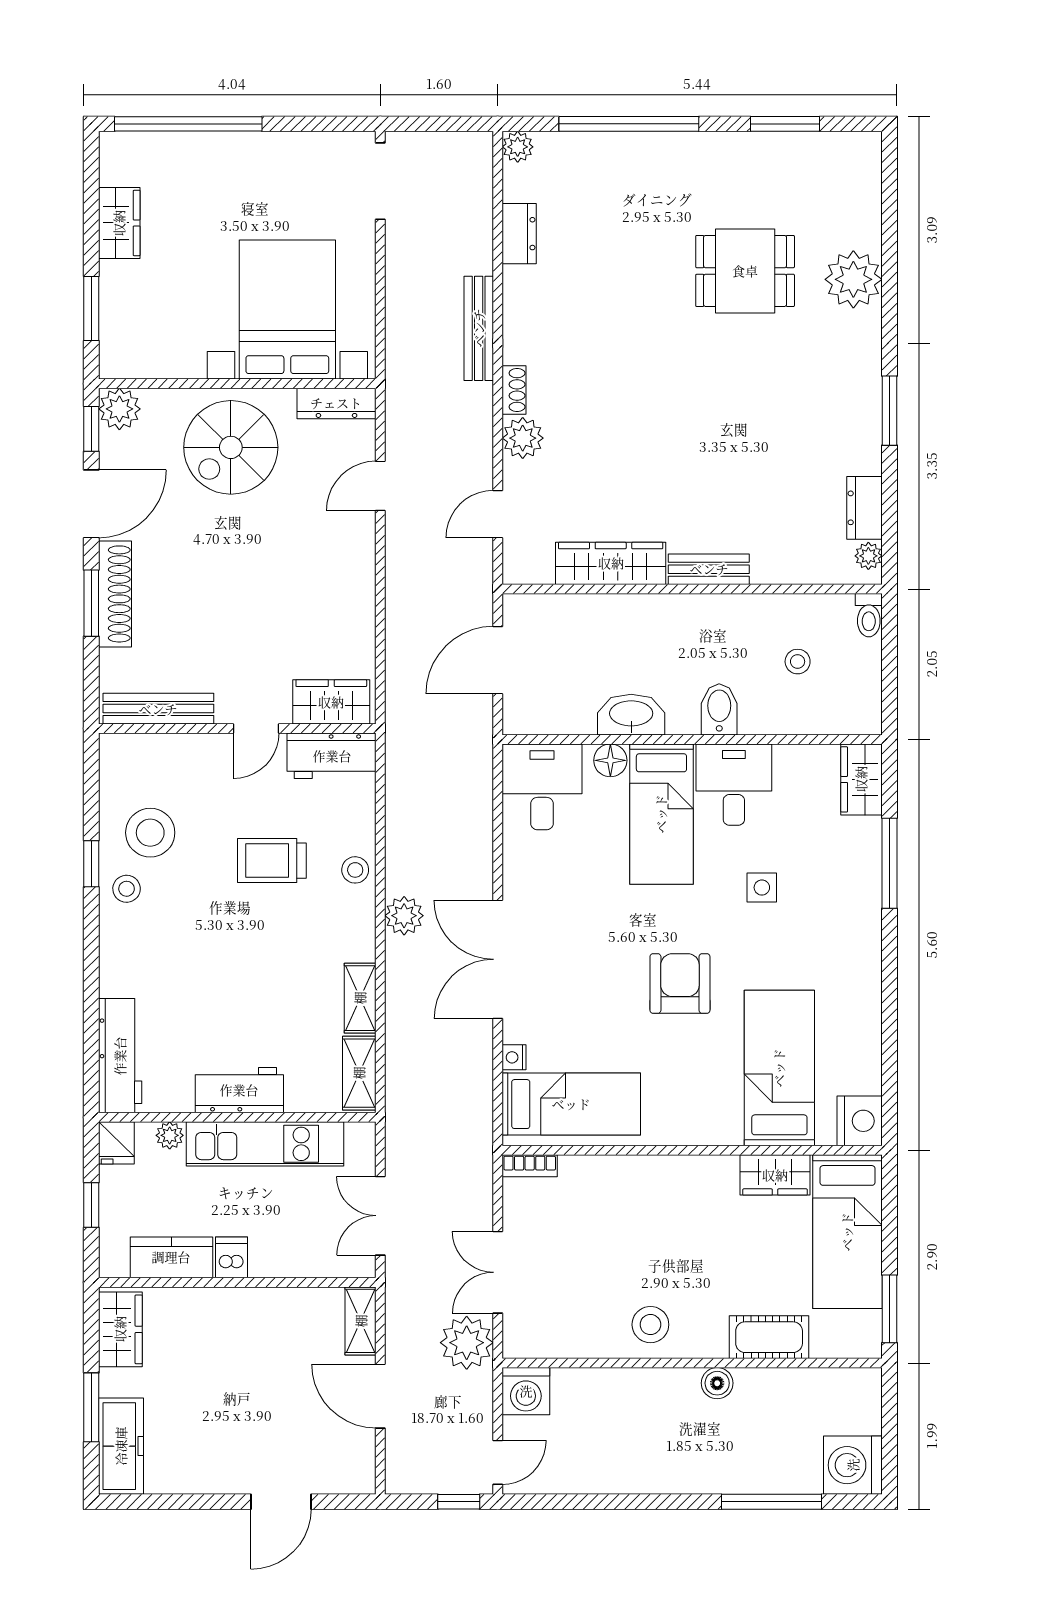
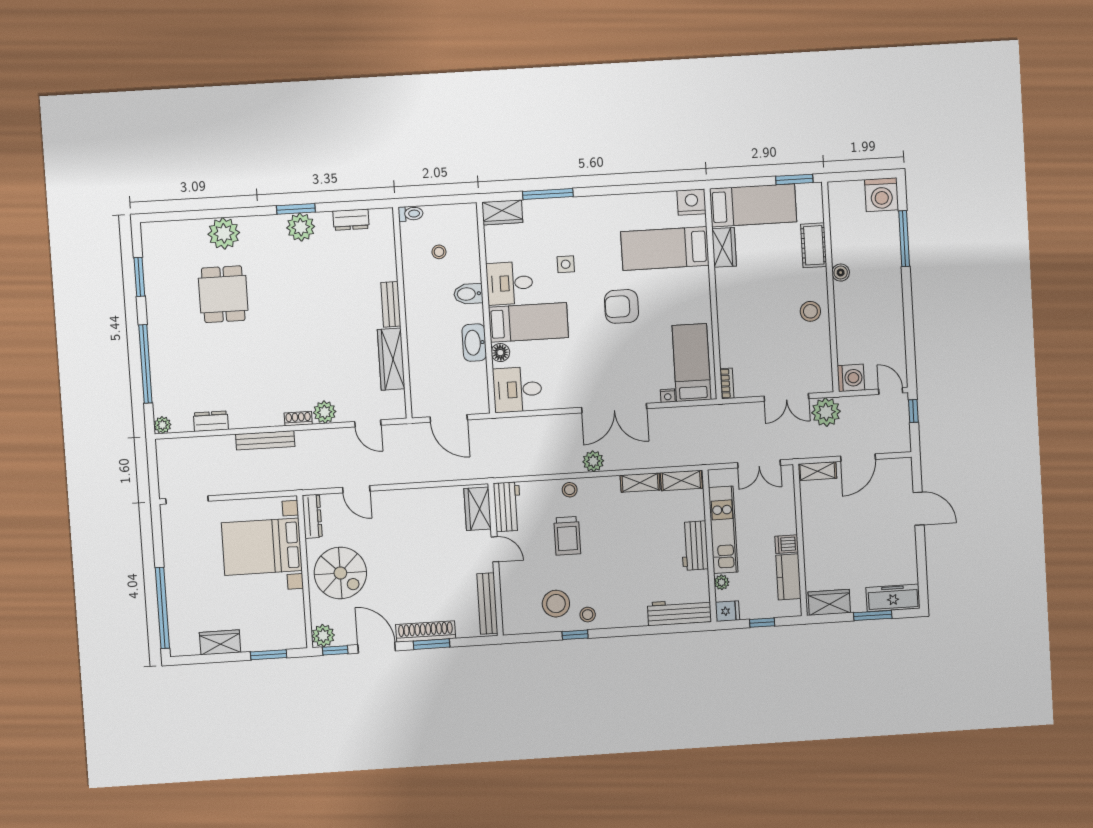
plant: (868, 556) -> (301, 227), moved, width x1.88, depth x1.88

